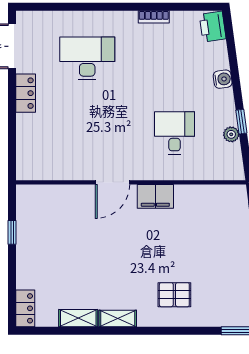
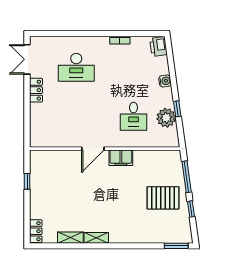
desk: (87, 58) -> (76, 67), turned 180
desk: (175, 133) -> (133, 116), turned 180
plant: (231, 134) -> (166, 118), width x1.88, depth x1.88
pallet: (174, 295) -> (163, 198), moved, width x1.50, depth x1.42

